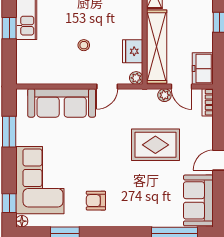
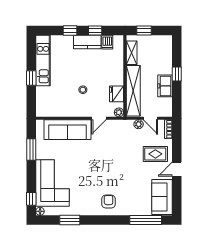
freezer: (203, 69) -> (165, 86), moved
rug: (155, 145) -> (155, 154), moved, width x0.73, depth x0.70
armchair: (96, 201) -> (109, 202), moved, turned 90

